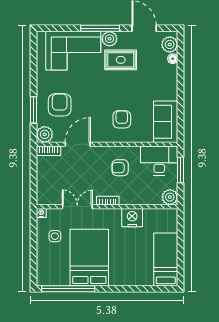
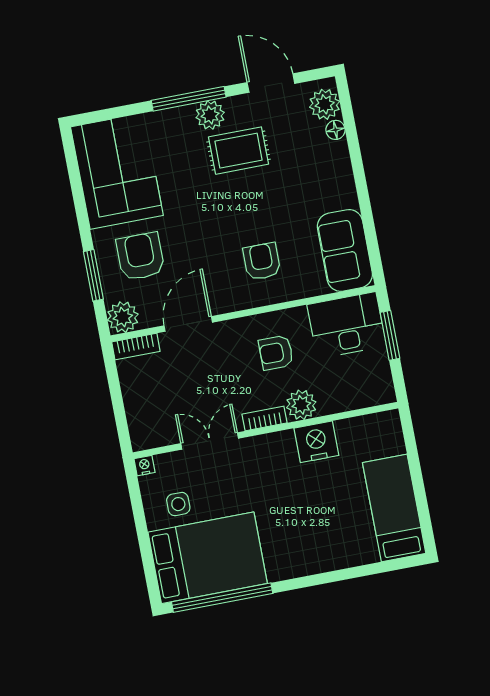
corner sofa: (73, 51) -> (117, 171), moved, turned -90
plant: (170, 197) -> (301, 405), moved
bed: (89, 258) -> (208, 558), moved, turned 90

